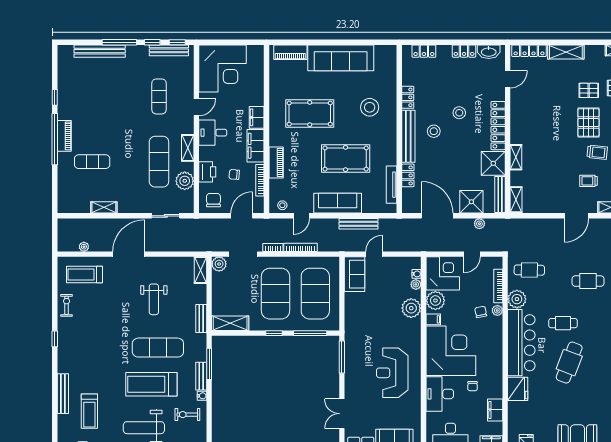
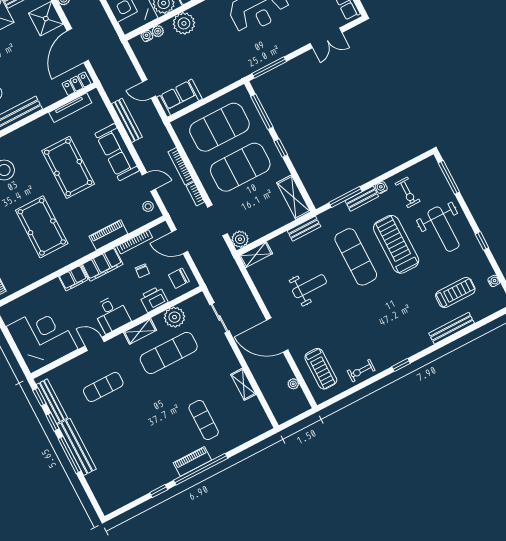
bench: (100, 51) -> (77, 447), moved
locker: (408, 175) -> (76, 84), moved
treadmill: (151, 384) -> (396, 244), turned 180

